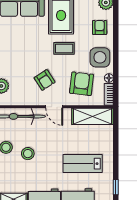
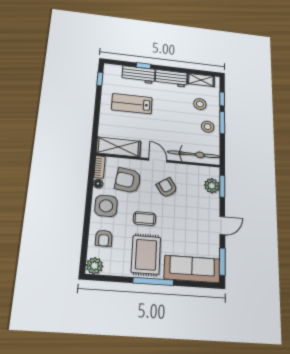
armchair: (82, 84) -> (128, 180), turned 91
stool: (28, 154) -> (200, 104), moved
lab bench: (83, 164) -> (132, 104), turned 180

